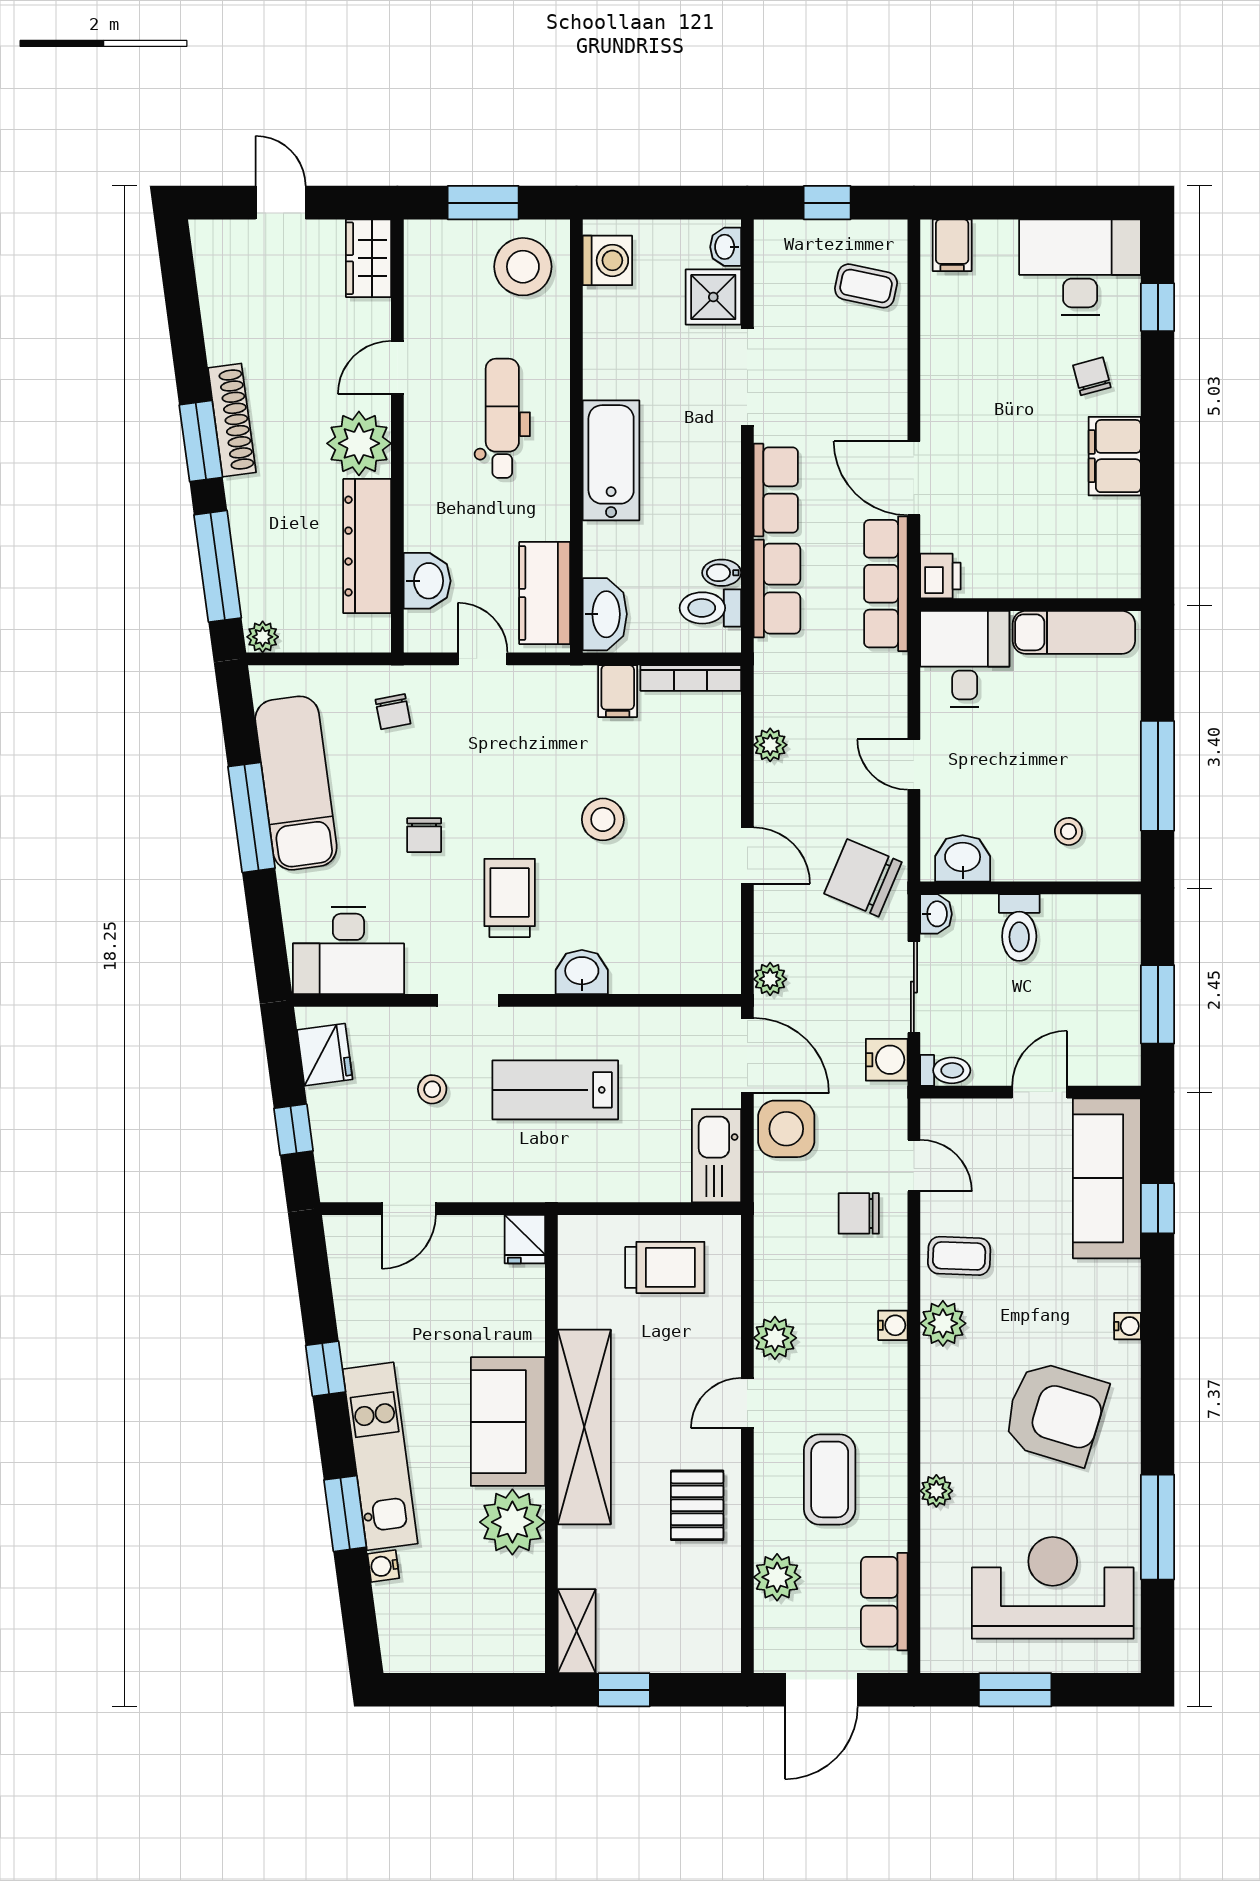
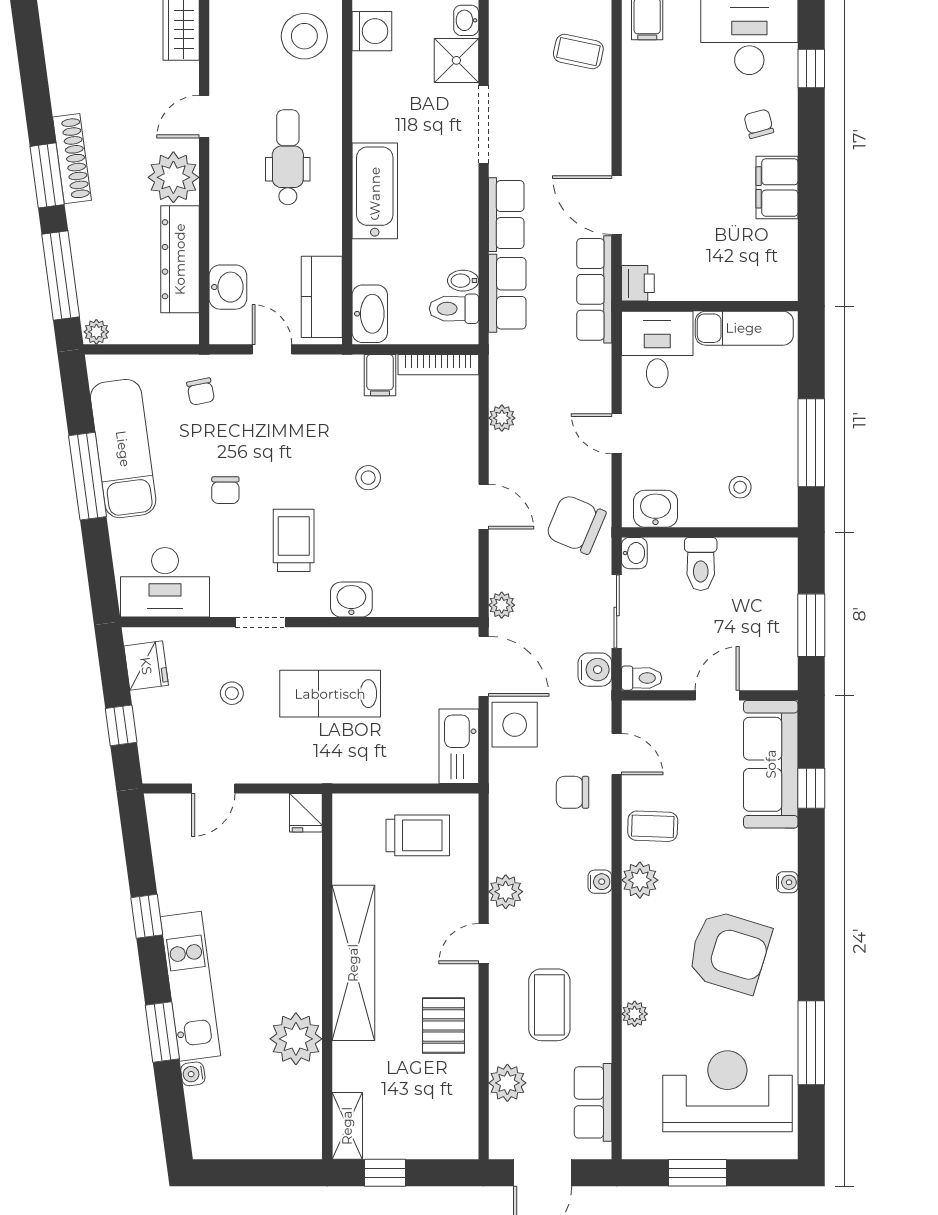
stool: (603, 819) -> (368, 478), width x0.73, depth x0.73
sofa: (508, 1422) -> (292, 958), removed

